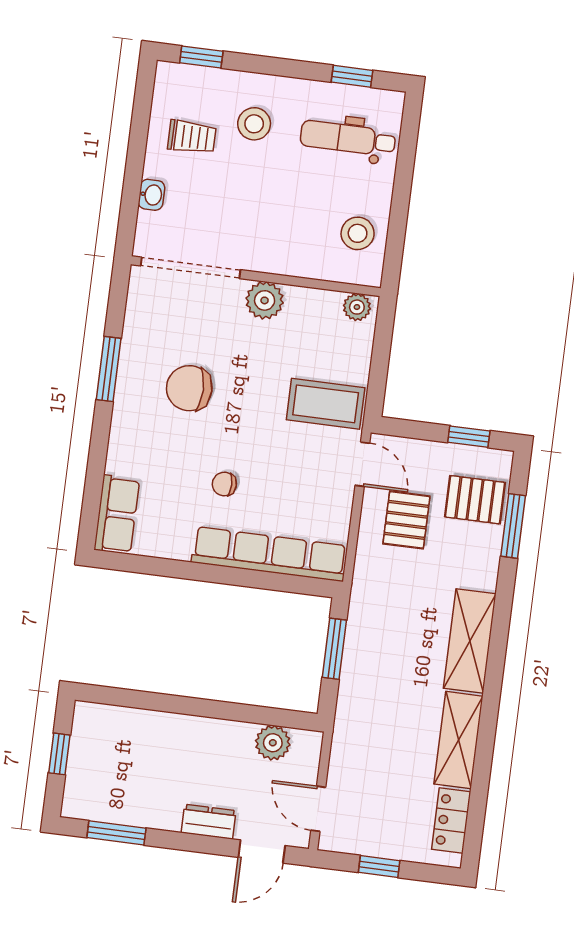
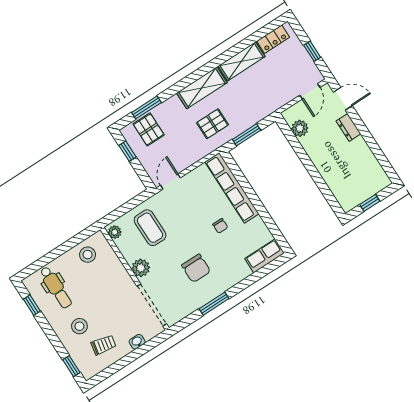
trolley: (192, 137) -> (104, 345), turned 101
coffee table: (326, 404) -> (150, 228), moved
pallet: (406, 520) -> (213, 124), moved
window: (116, 833) -> (381, 158), removed

